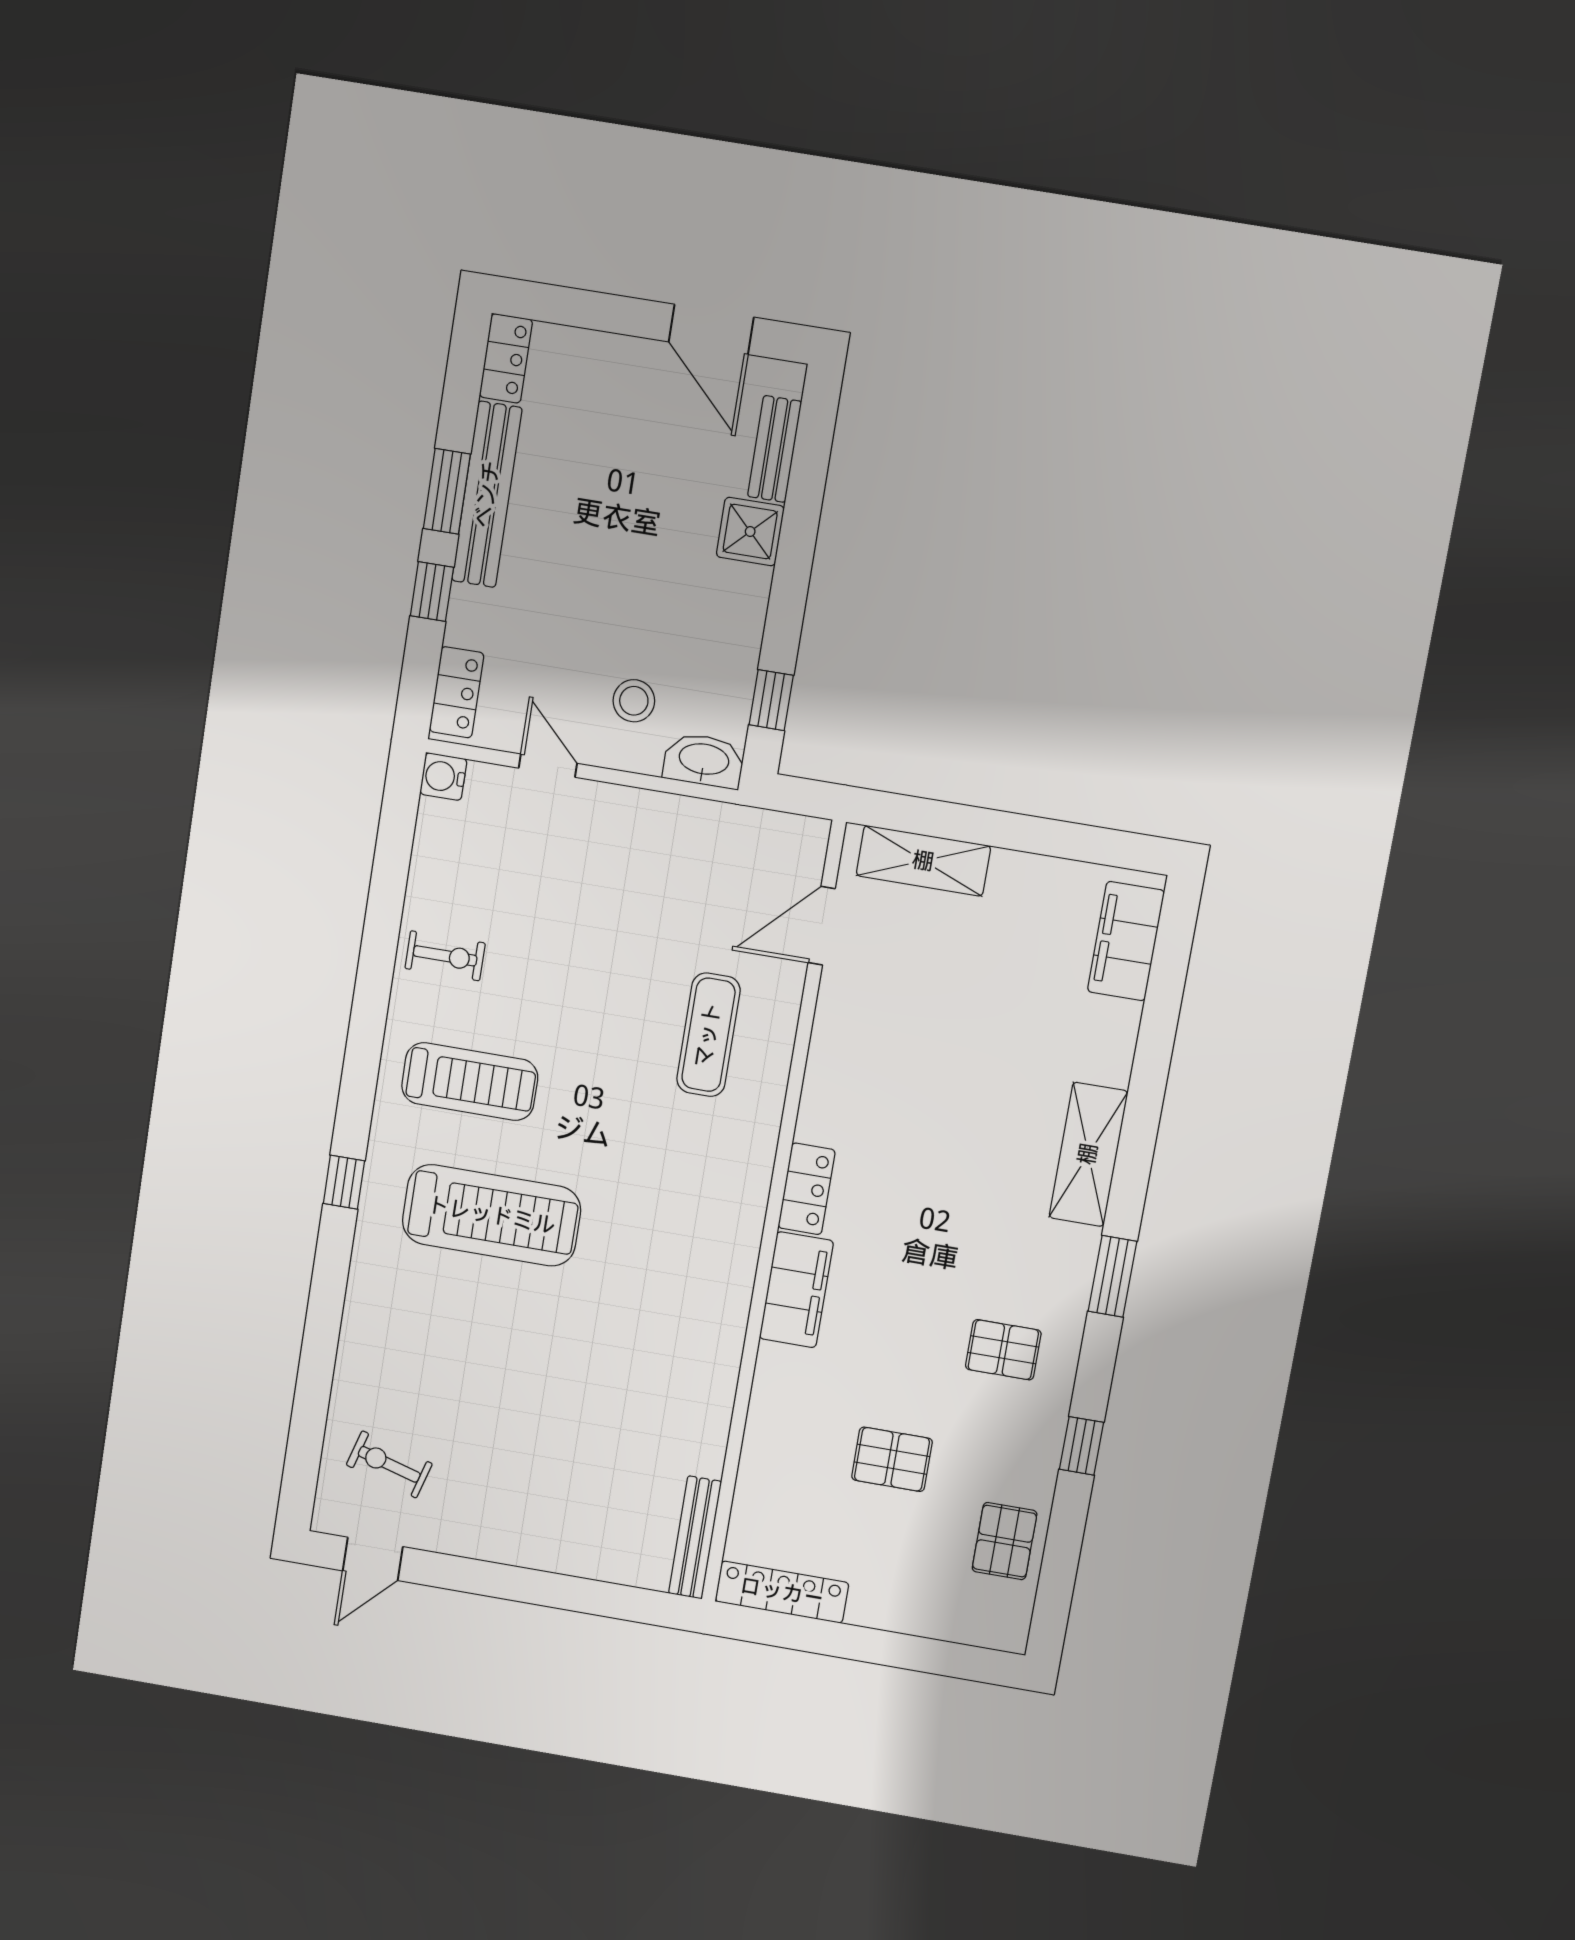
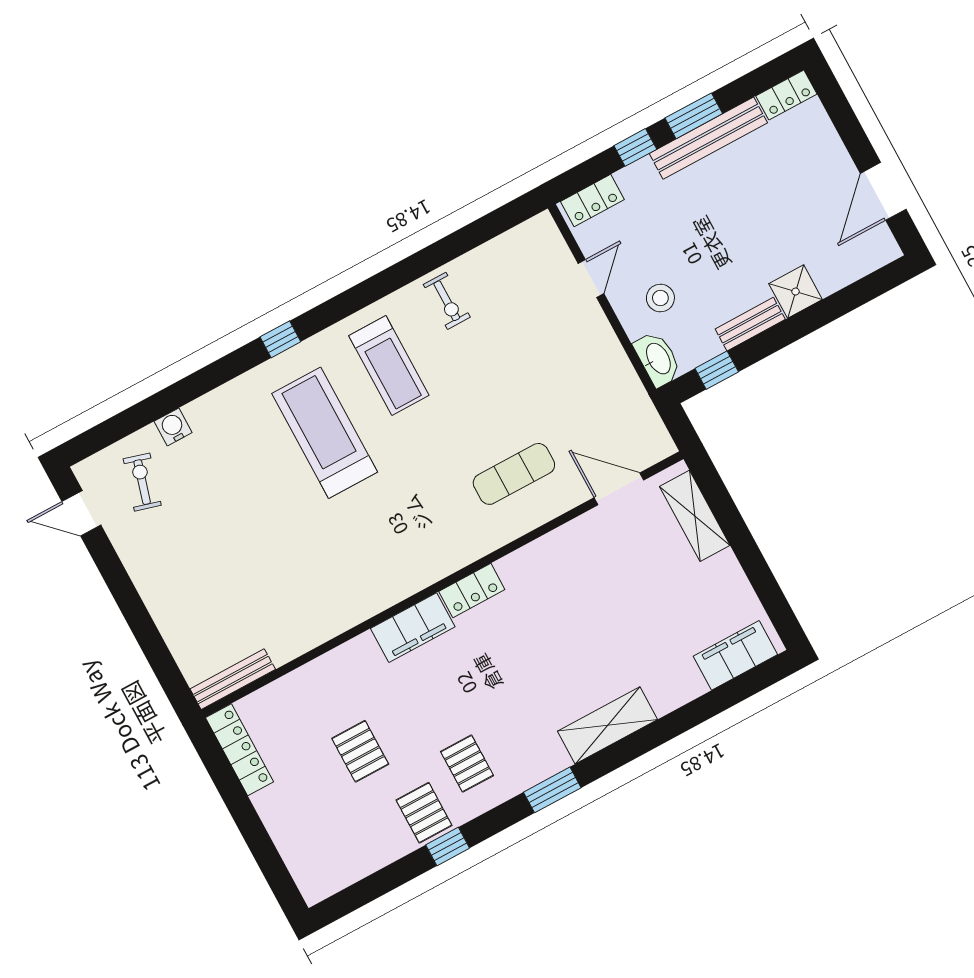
bench: (775, 449) -> (750, 324), moved
water cooler: (443, 777) -> (173, 427), moved
treadmill: (491, 1215) -> (325, 433), turned 180
pallet: (1004, 1541) -> (424, 813), moved, turned 90

